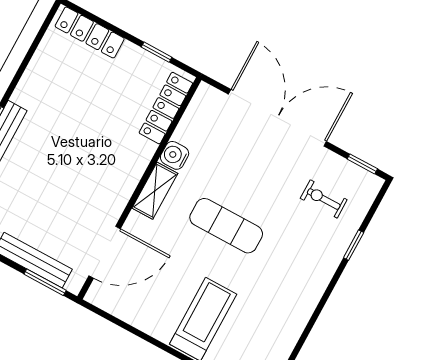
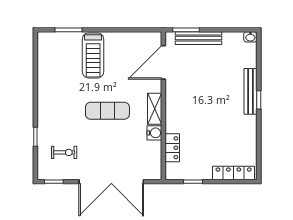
locker: (166, 108) -> (172, 148), width x0.66

